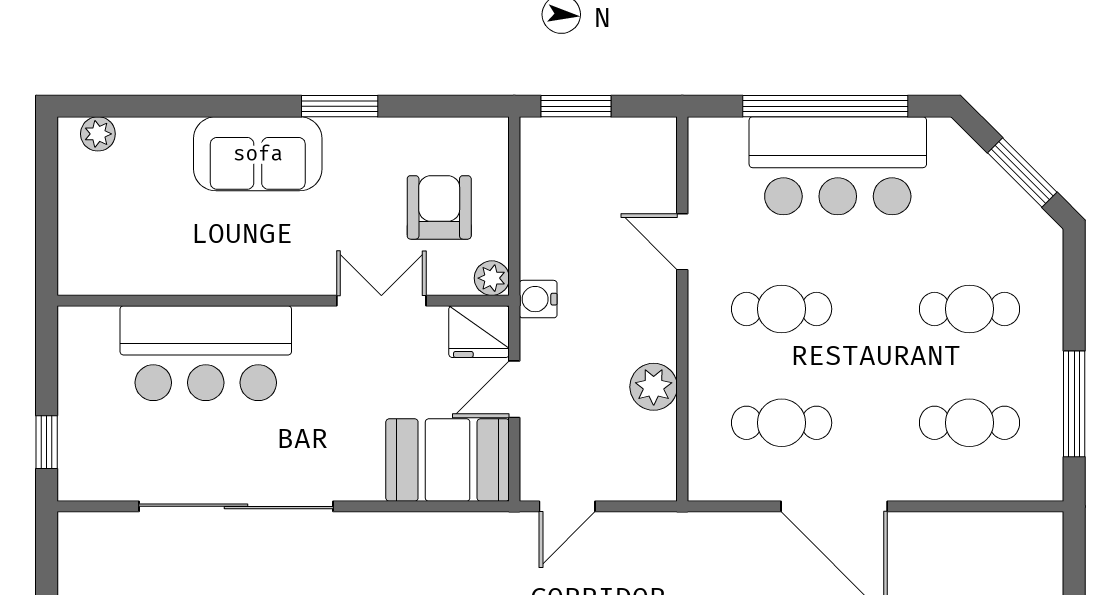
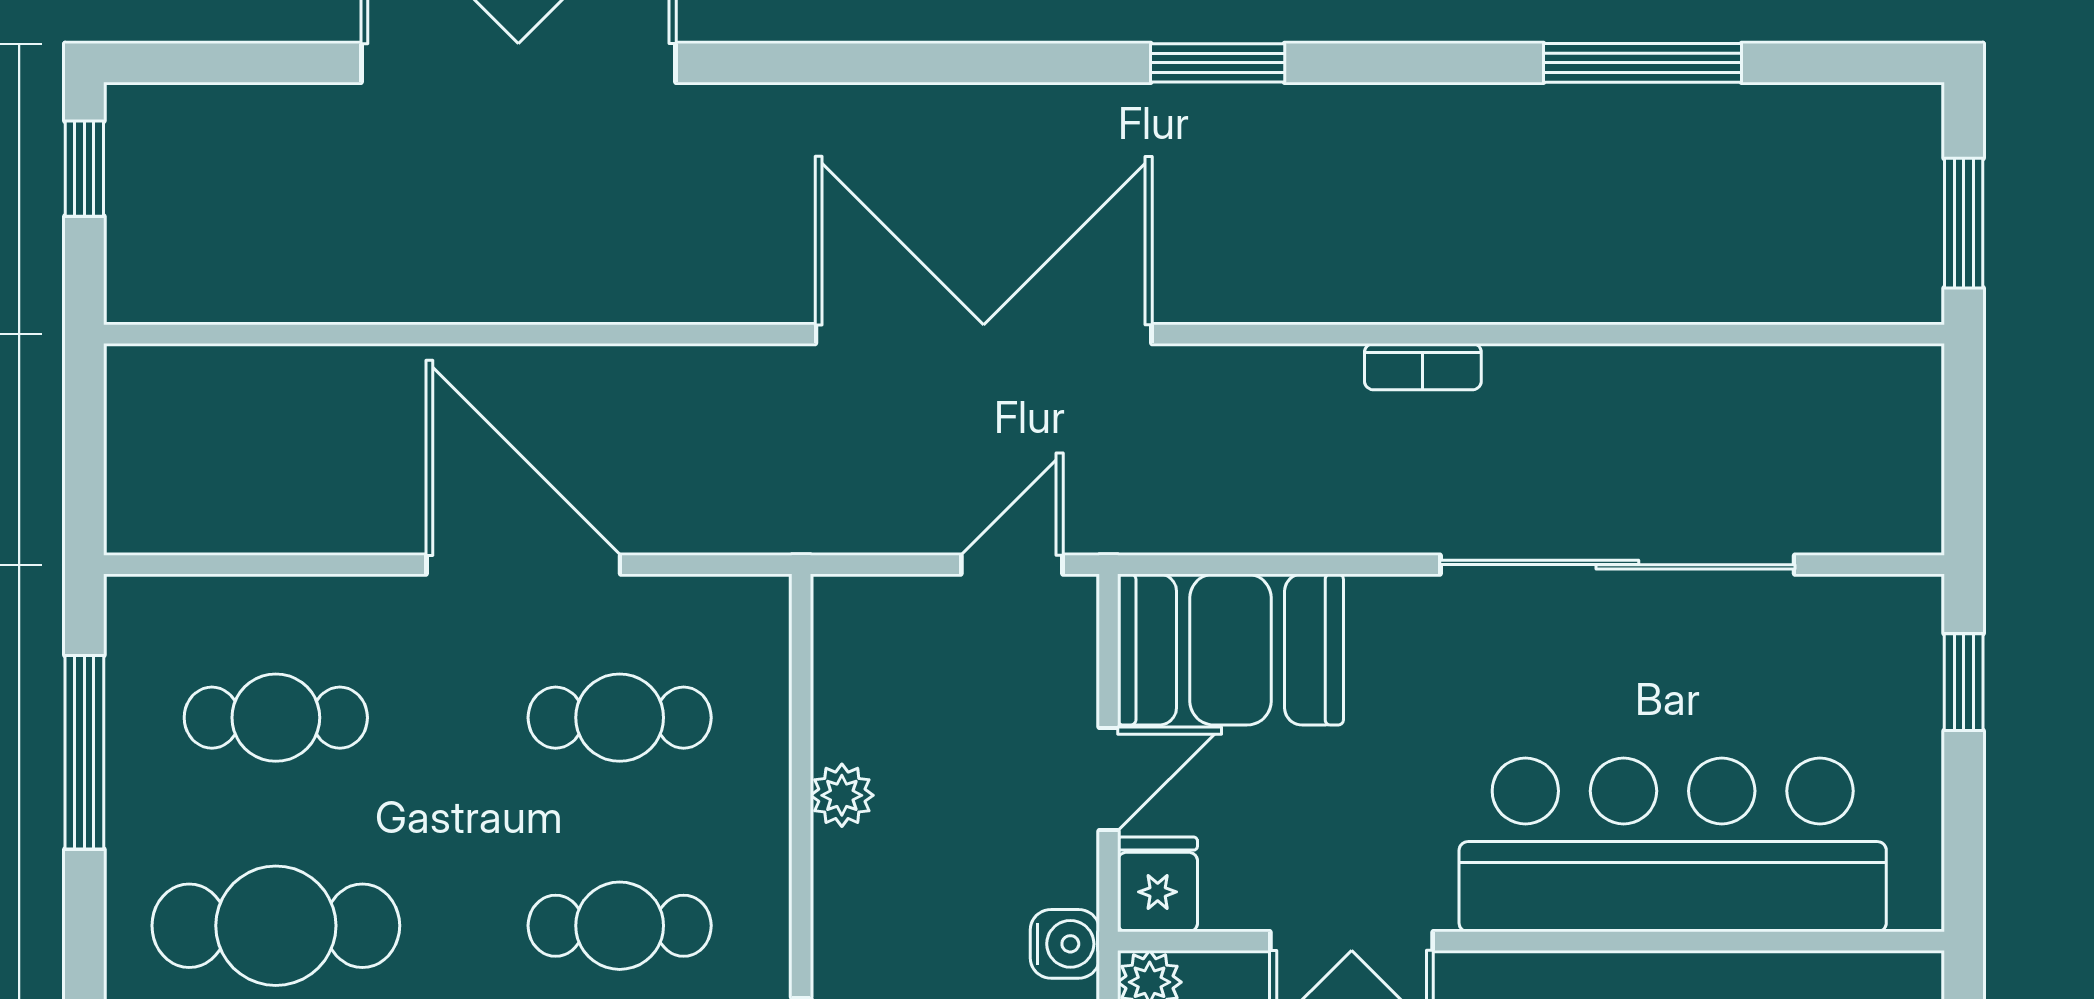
cafe table: (969, 309) -> (276, 926), width x1.37, depth x1.35
fridge: (479, 332) -> (1158, 884), width x0.72
bar counter: (206, 353) -> (1673, 845), width x1.36
plant: (654, 387) -> (842, 795), width x0.73, depth x0.73

